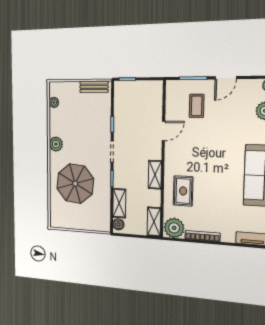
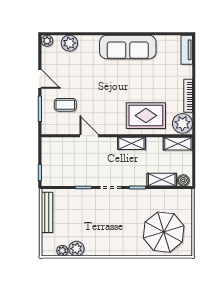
bench: (94, 87) -> (47, 212), width x1.36
plant: (56, 144) -> (76, 249), moved
parasol: (75, 184) -> (164, 232), moved
rug: (183, 191) -> (146, 116), width x1.36, depth x1.43

